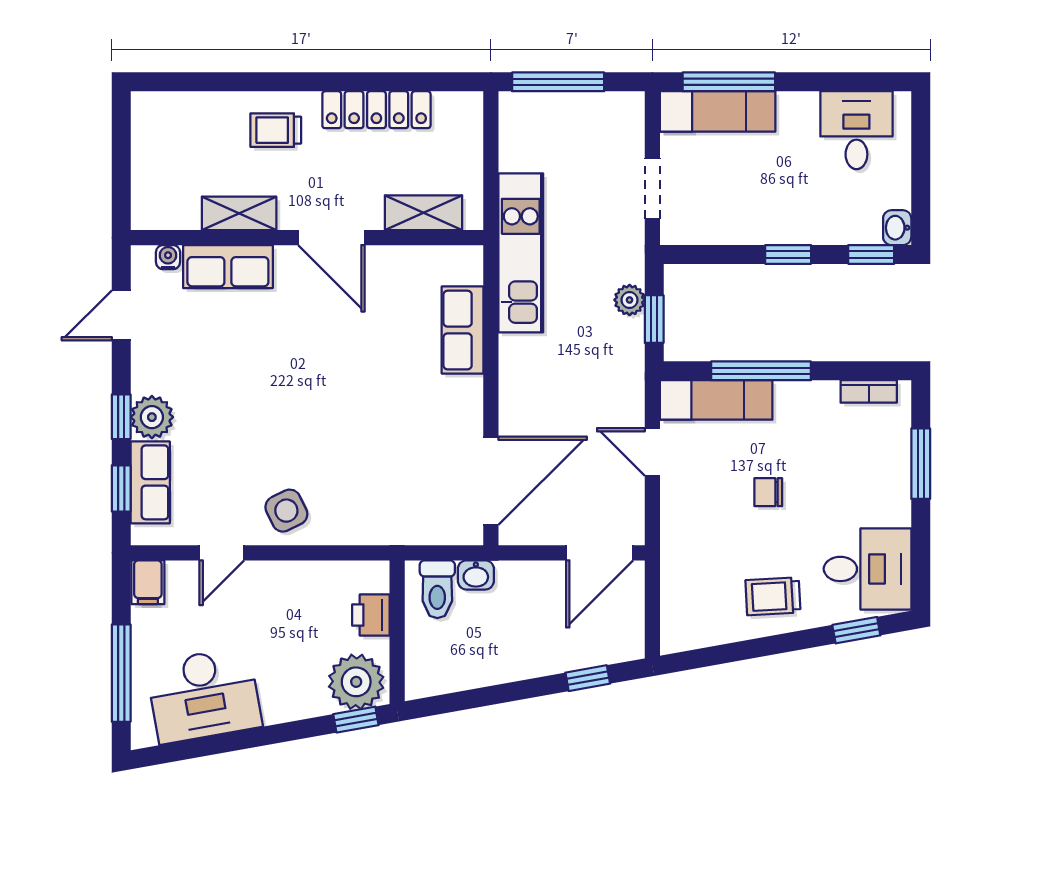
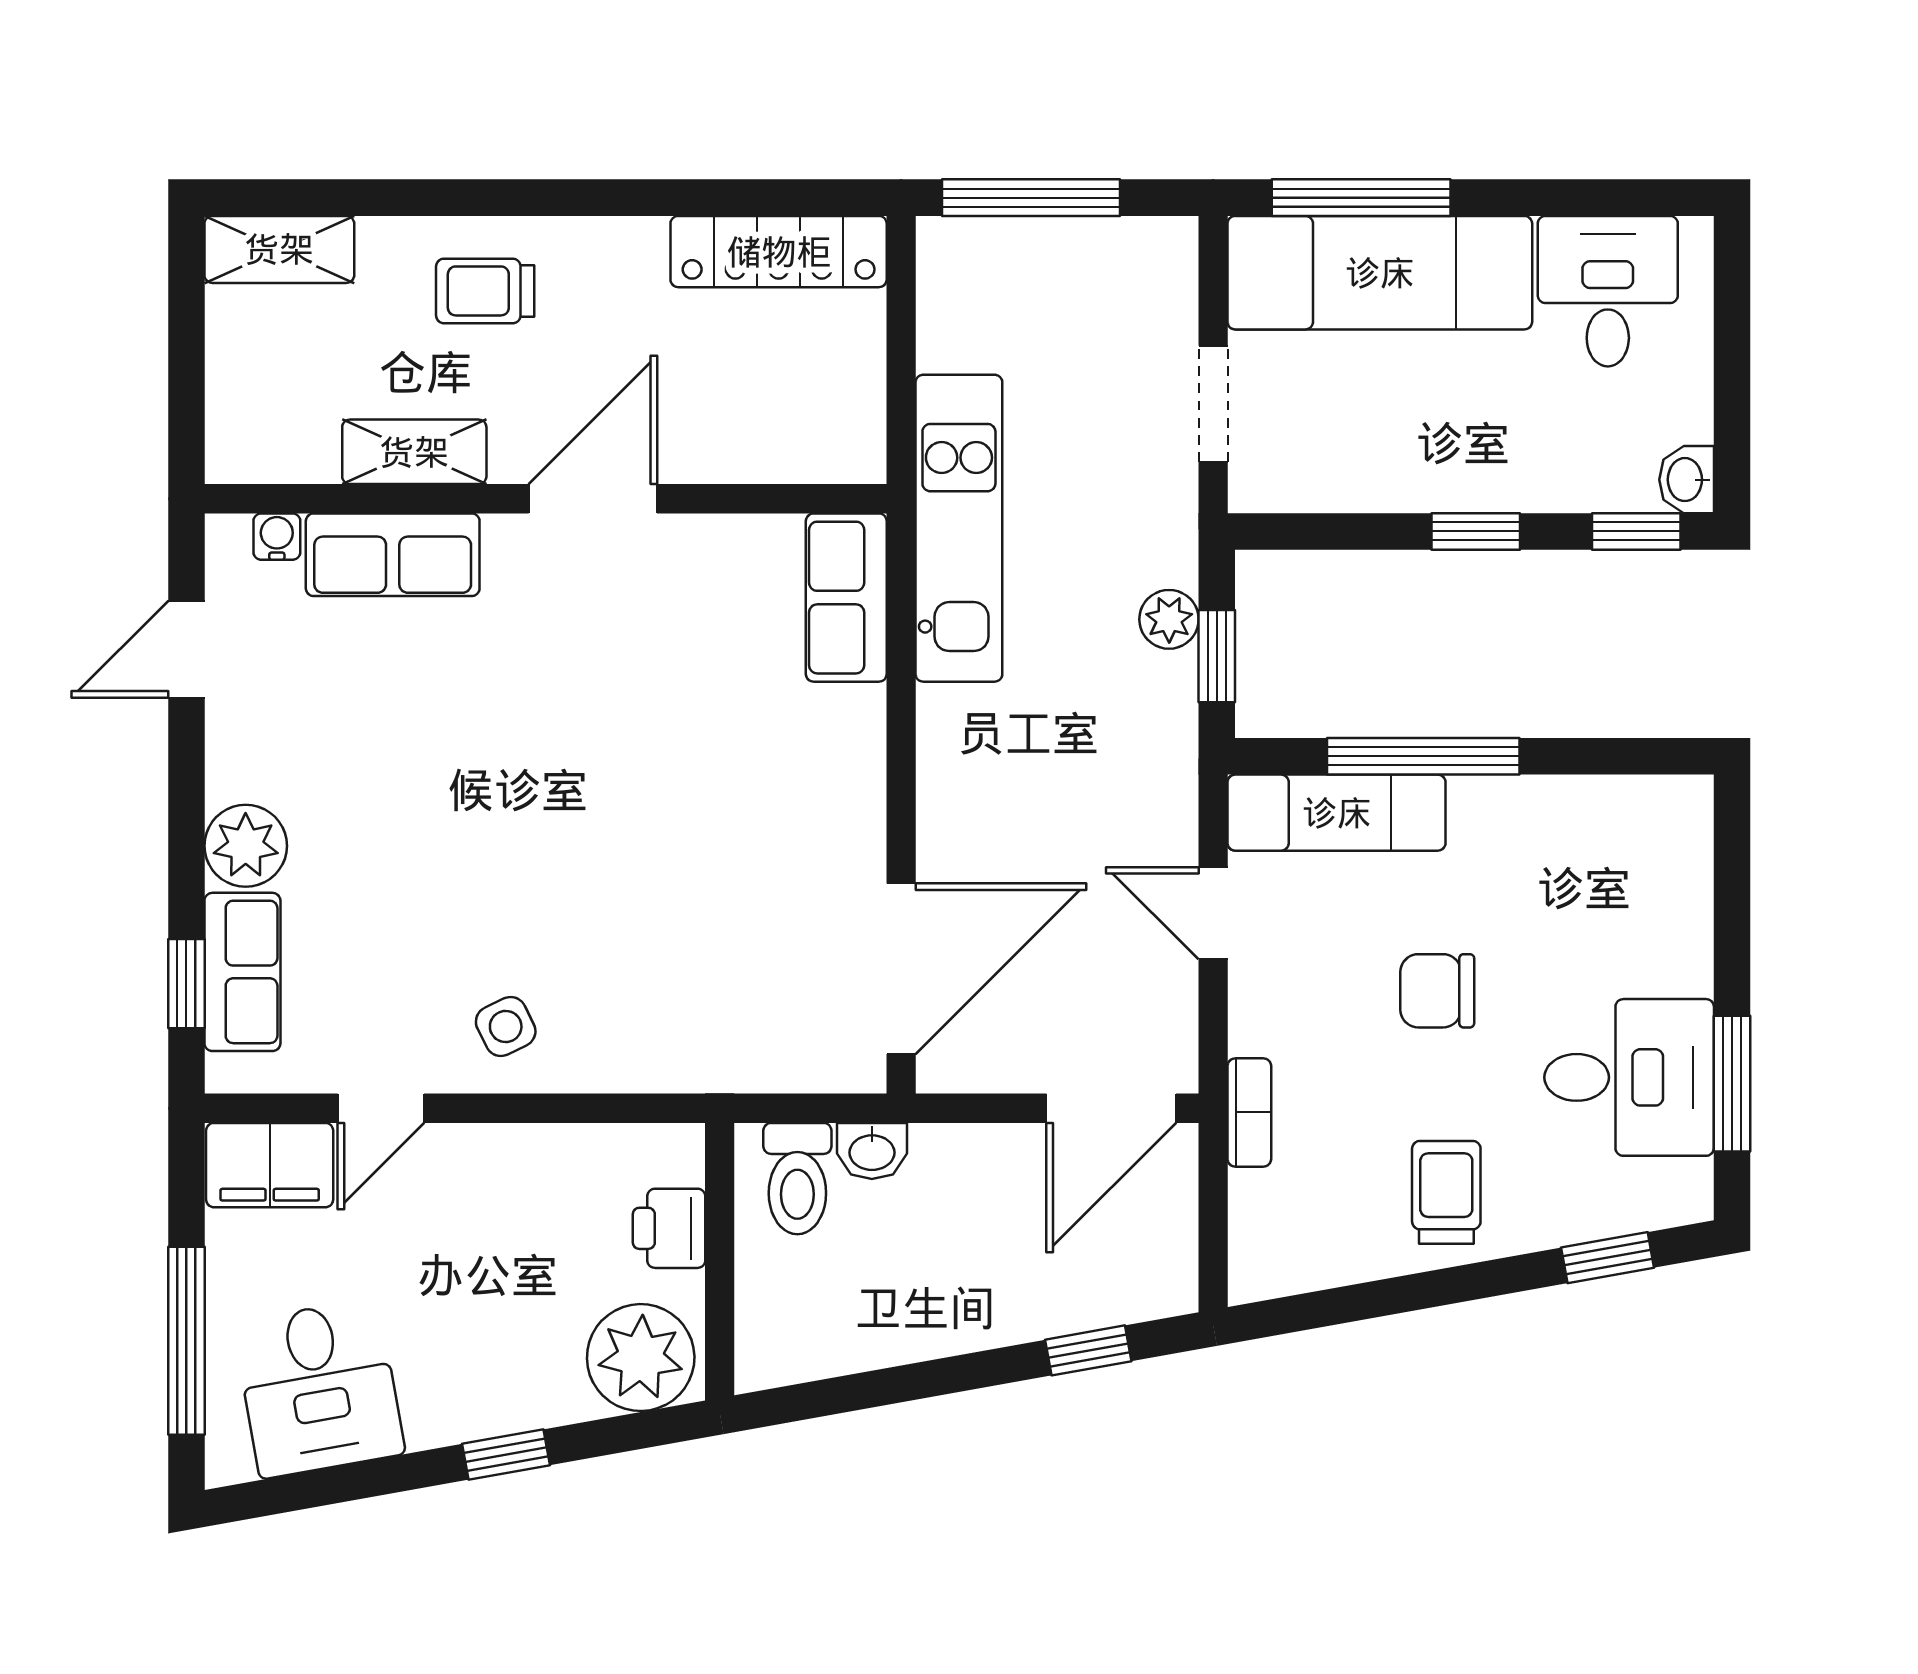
locker: (376, 110) -> (779, 252), moved
exam couch: (718, 111) -> (1380, 273), width x1.36, depth x1.45
shelving: (423, 213) -> (279, 249), moved
door: (331, 238) -> (593, 499), swing flipped
row of seats: (463, 330) -> (846, 598), moved
bookcase: (869, 391) -> (1249, 1112), moved, turned -90
window: (121, 417) -> (186, 845), removed
window: (921, 464) -> (1732, 1084), moved
chair: (768, 492) -> (1437, 991), width x1.37, depth x1.37
side table: (286, 511) -> (506, 1026), width x0.73, depth x0.73
desk: (867, 569) -> (1629, 1077), moved
filing cabinet: (148, 582) -> (270, 1165), width x2.00
trolley: (773, 596) -> (1446, 1192), turned 93
desk: (204, 695) -> (319, 1388), width x0.73
window: (356, 720) -> (506, 1455), moved

